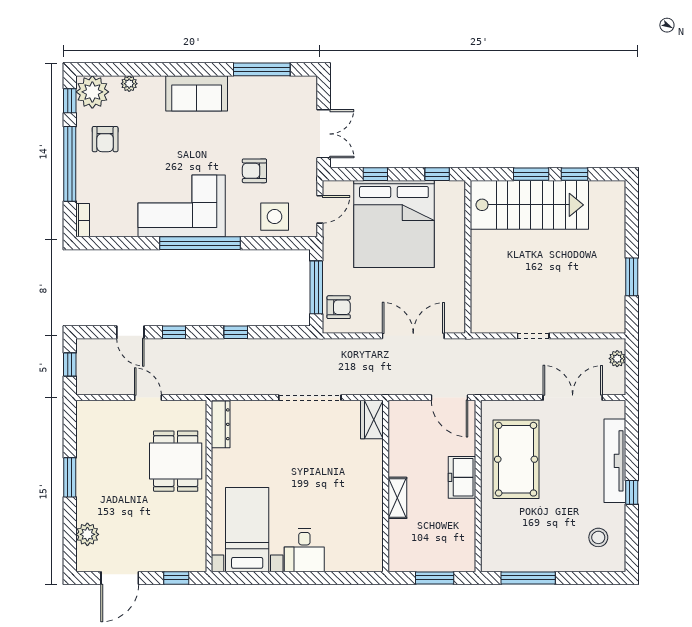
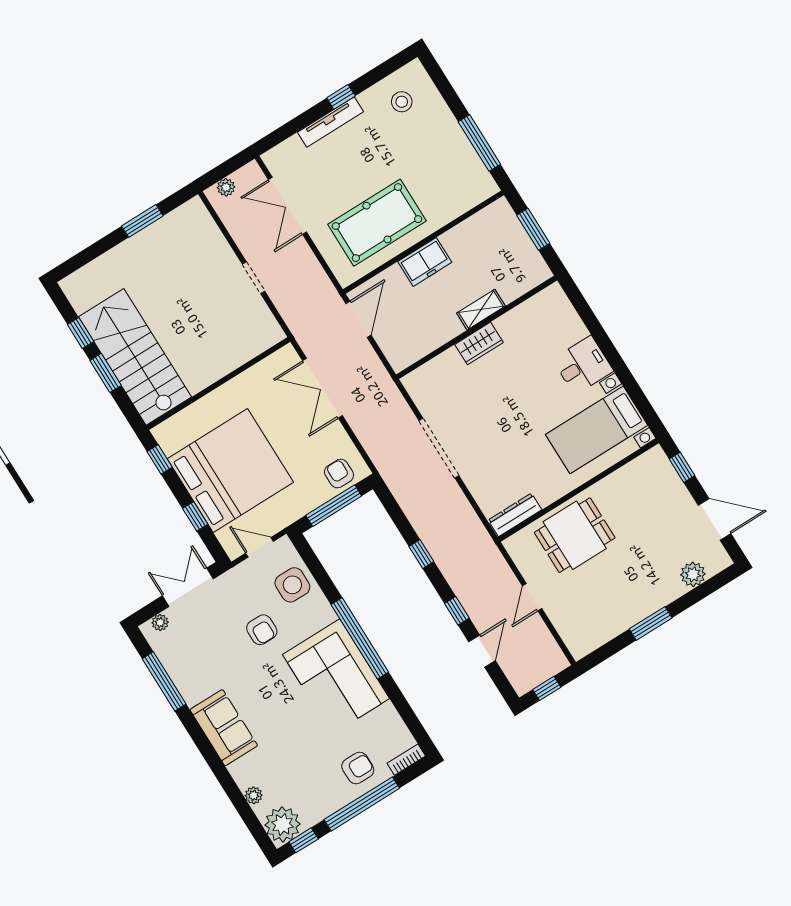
plant: (310, 95) -> (160, 622), added
armchair: (105, 139) -> (358, 768), moved
wardrobe: (372, 419) -> (479, 343), moved
tv unit: (615, 461) -> (330, 122), width x0.73, depth x0.78

